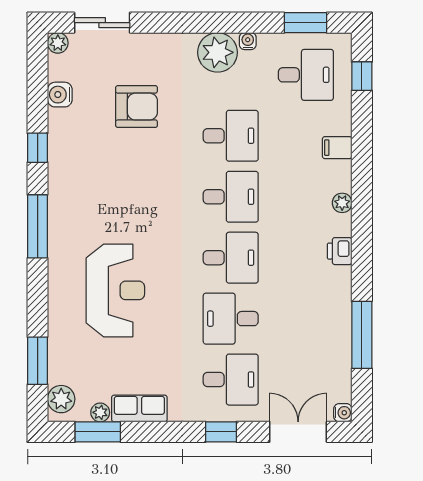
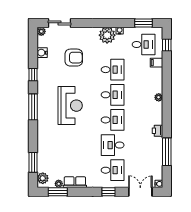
filing cabinet: (337, 148) -> (156, 63), moved
printer: (340, 251) -> (157, 131), moved
reception desk: (115, 290) -> (70, 106), moved

